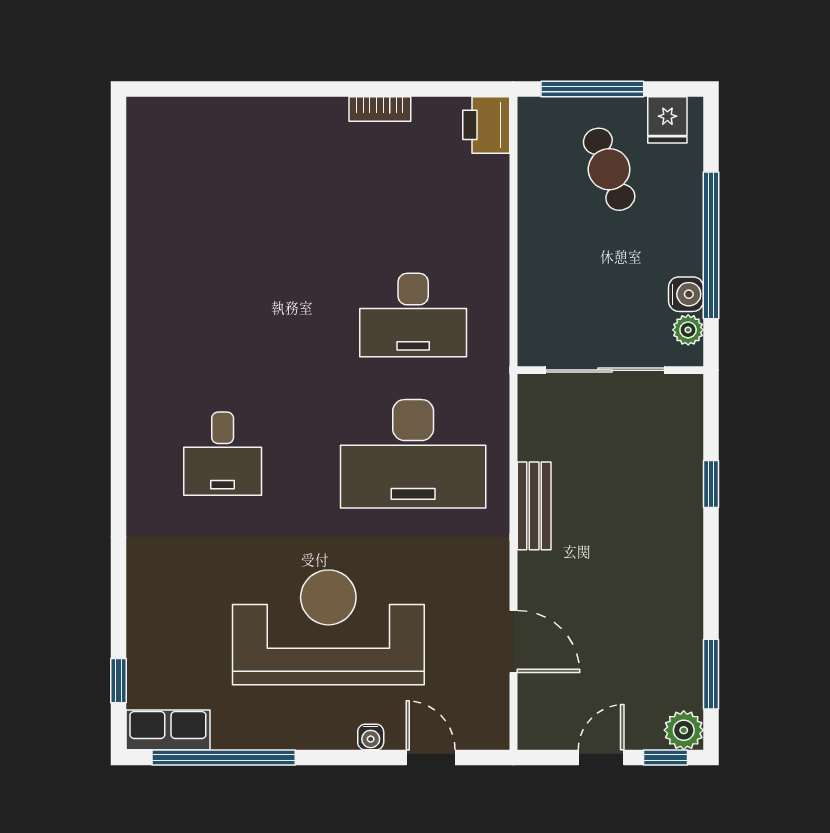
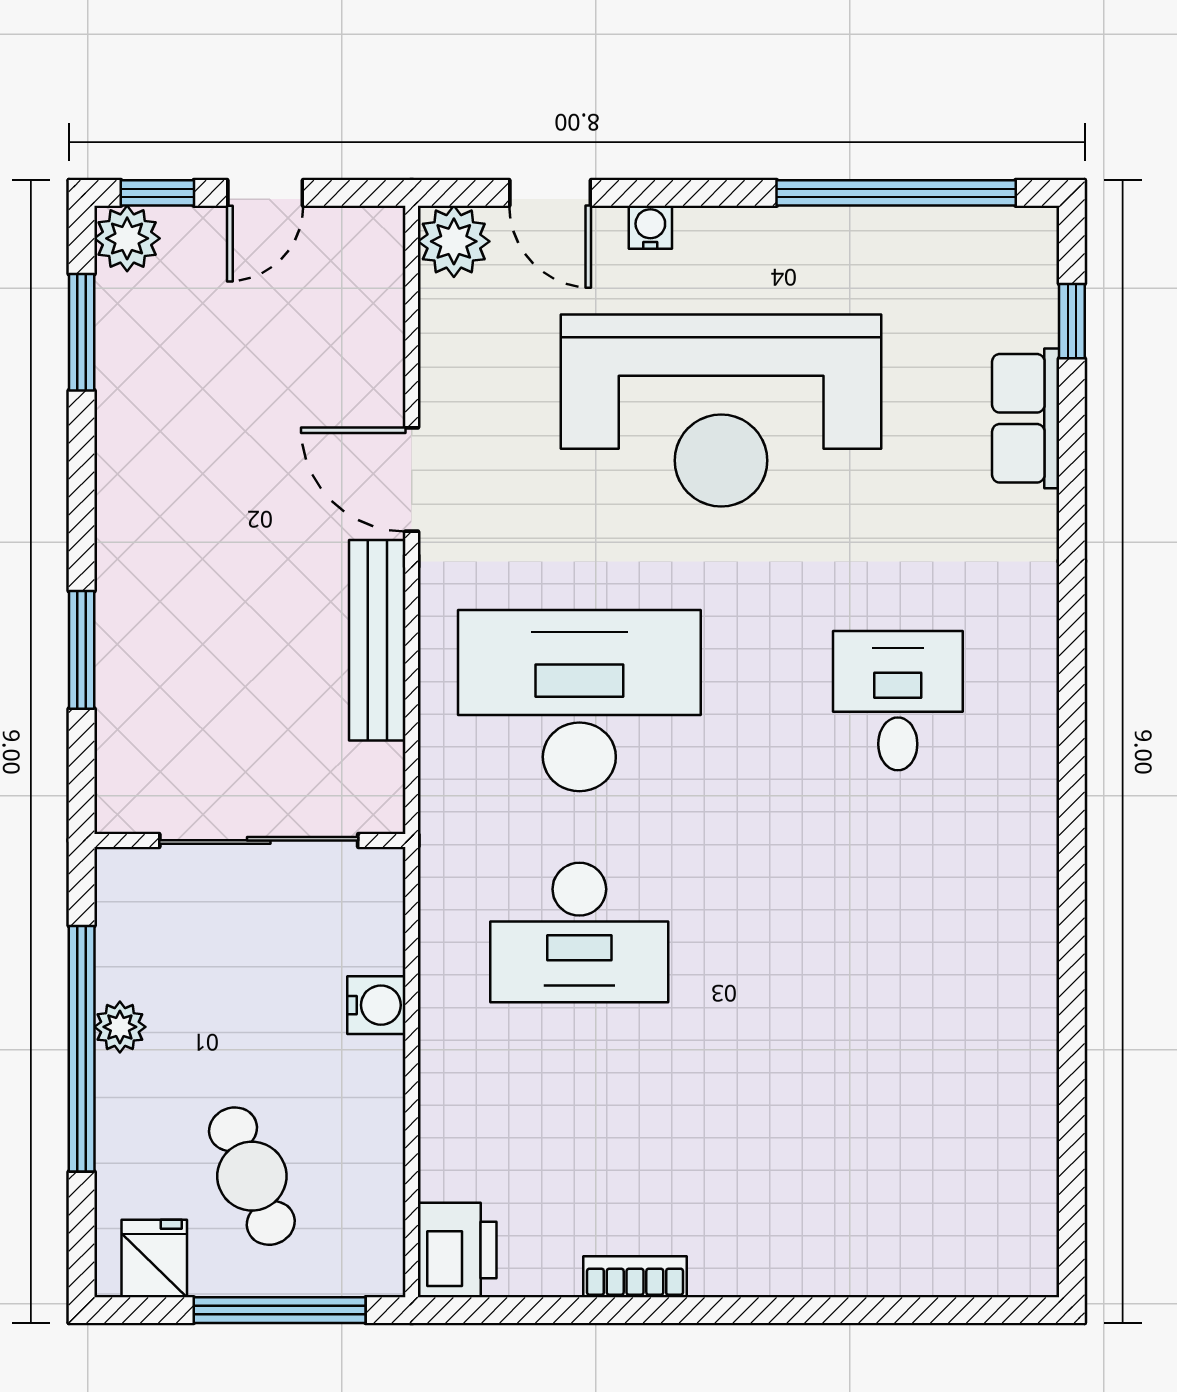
water cooler: (686, 294) -> (376, 1005), moved, turned 180
desk: (413, 315) -> (579, 932), turned 180
plant: (688, 330) -> (120, 1027), moved
window: (711, 484) -> (82, 650), width x1.50
bench: (534, 506) -> (377, 640), width x1.36
door: (513, 641) -> (412, 479), moved
plant: (488, 728) -> (454, 241), added
row of seats: (168, 730) -> (1026, 418), moved, turned 90

